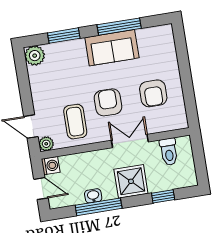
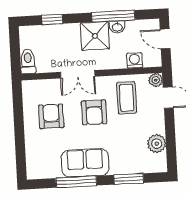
plant: (35, 56) -> (157, 144), moved
toilet: (169, 152) -> (28, 61), moved
washing machine: (51, 166) -> (135, 60), moved, turned 90
shower: (131, 181) -> (95, 36), moved

